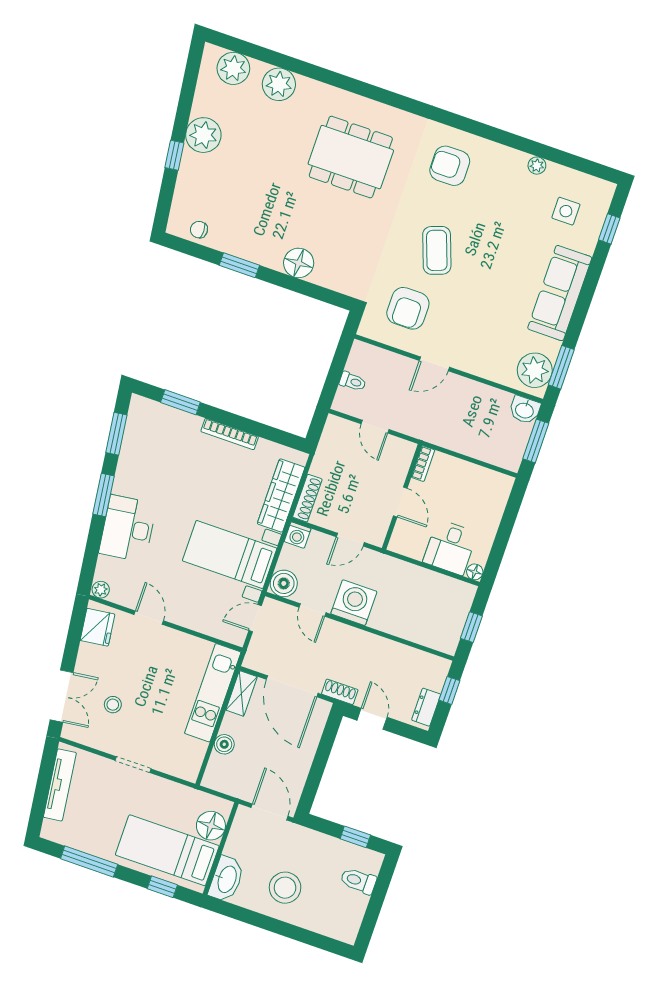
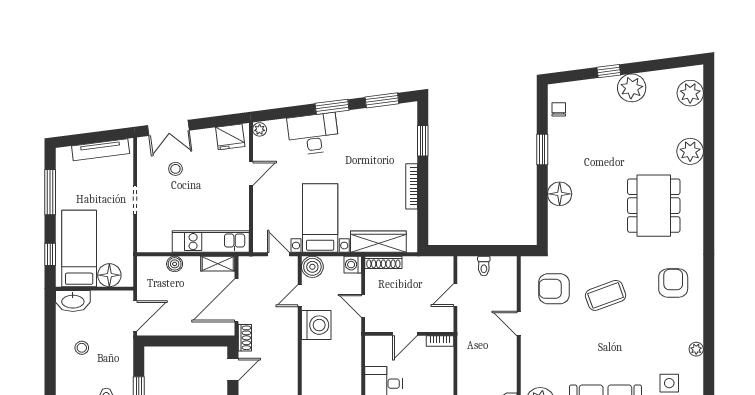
plant: (279, 84) -> (690, 151), moved
stool: (285, 888) -> (82, 348), width x0.53, depth x0.53

